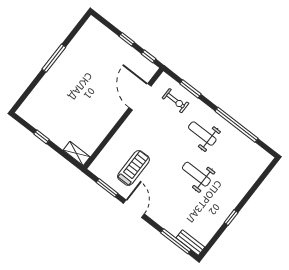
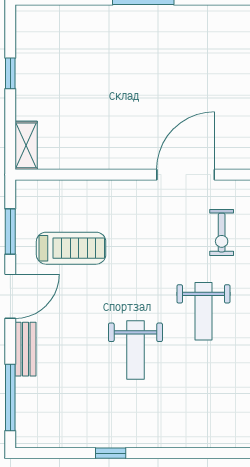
weight bench: (202, 134) -> (203, 311), turned 180
weight bench: (196, 174) -> (135, 350), turned 180
bench: (190, 243) -> (26, 349), moved

